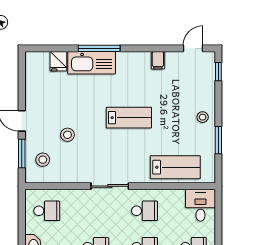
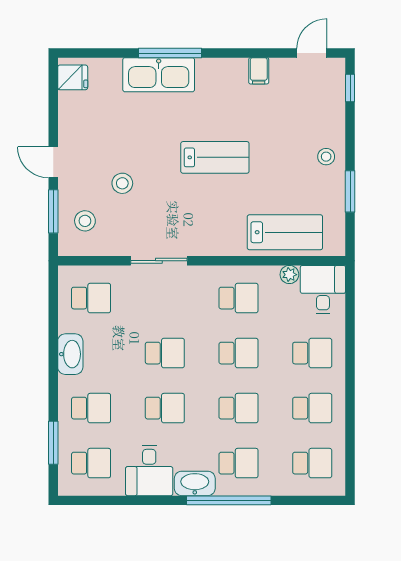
fridge: (58, 61) -> (73, 77), moved, turned -90
sliding door: (110, 186) -> (159, 261), moved
plant: (178, 195) -> (289, 275), added

